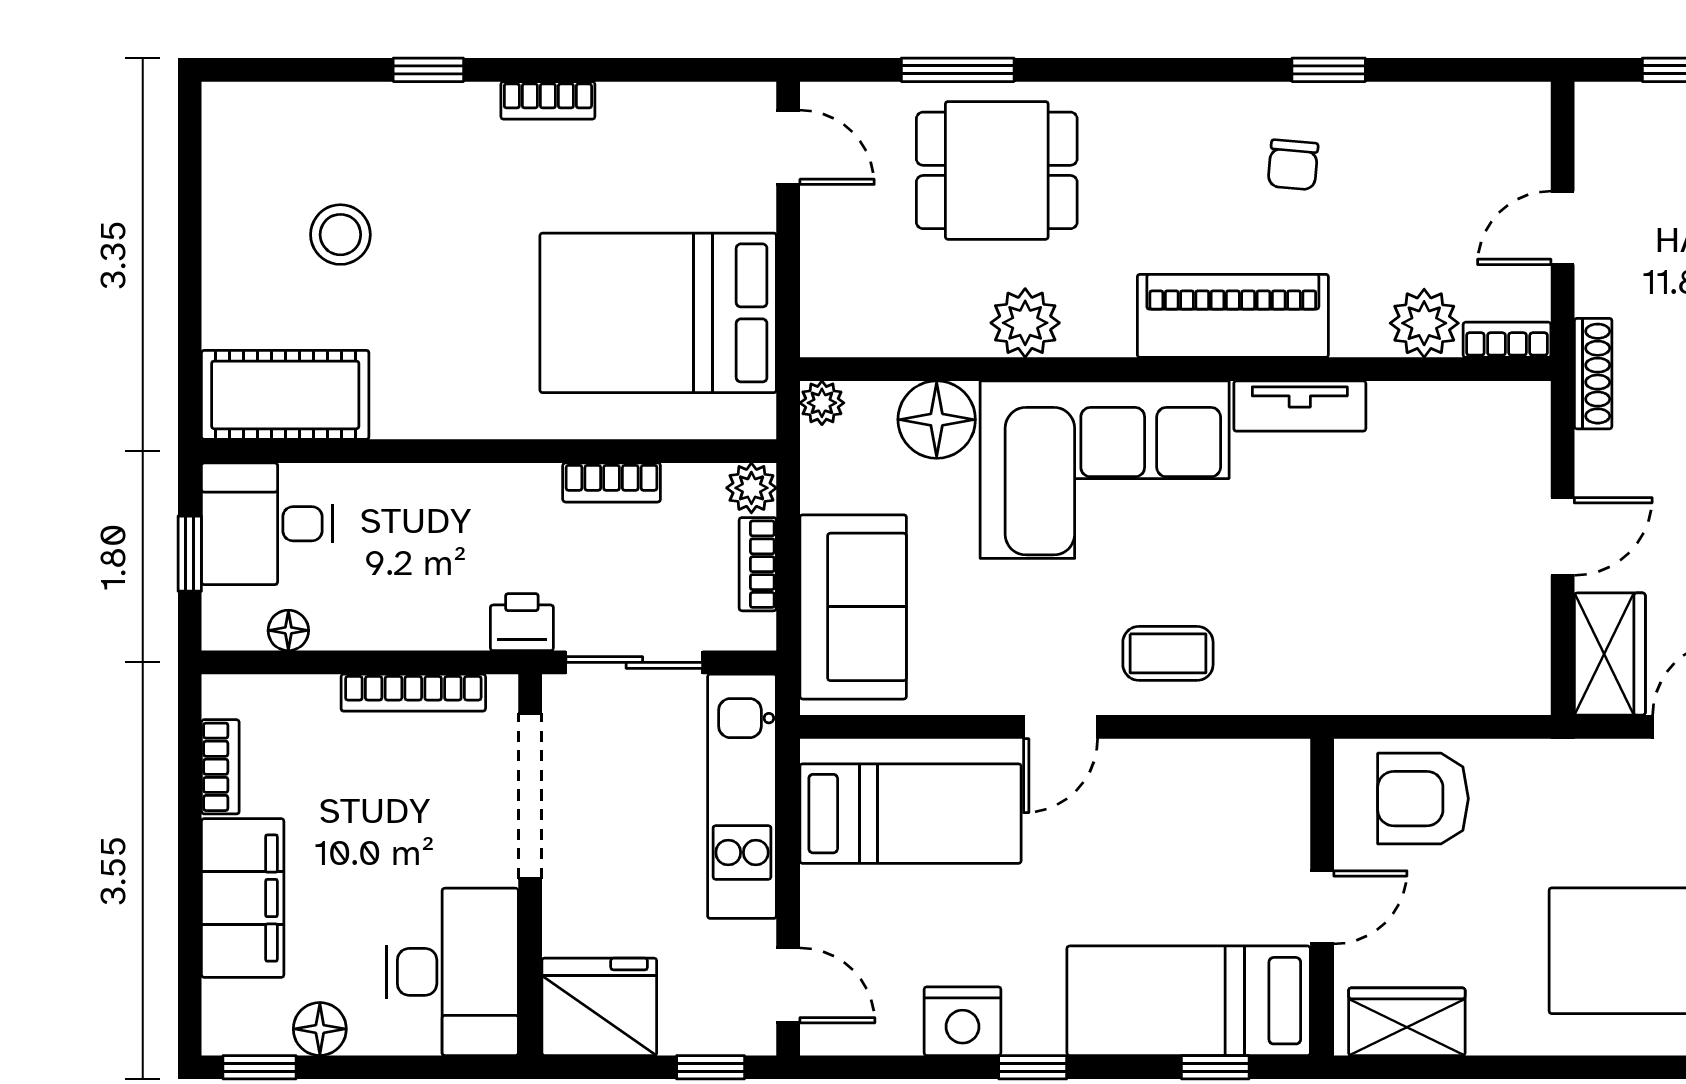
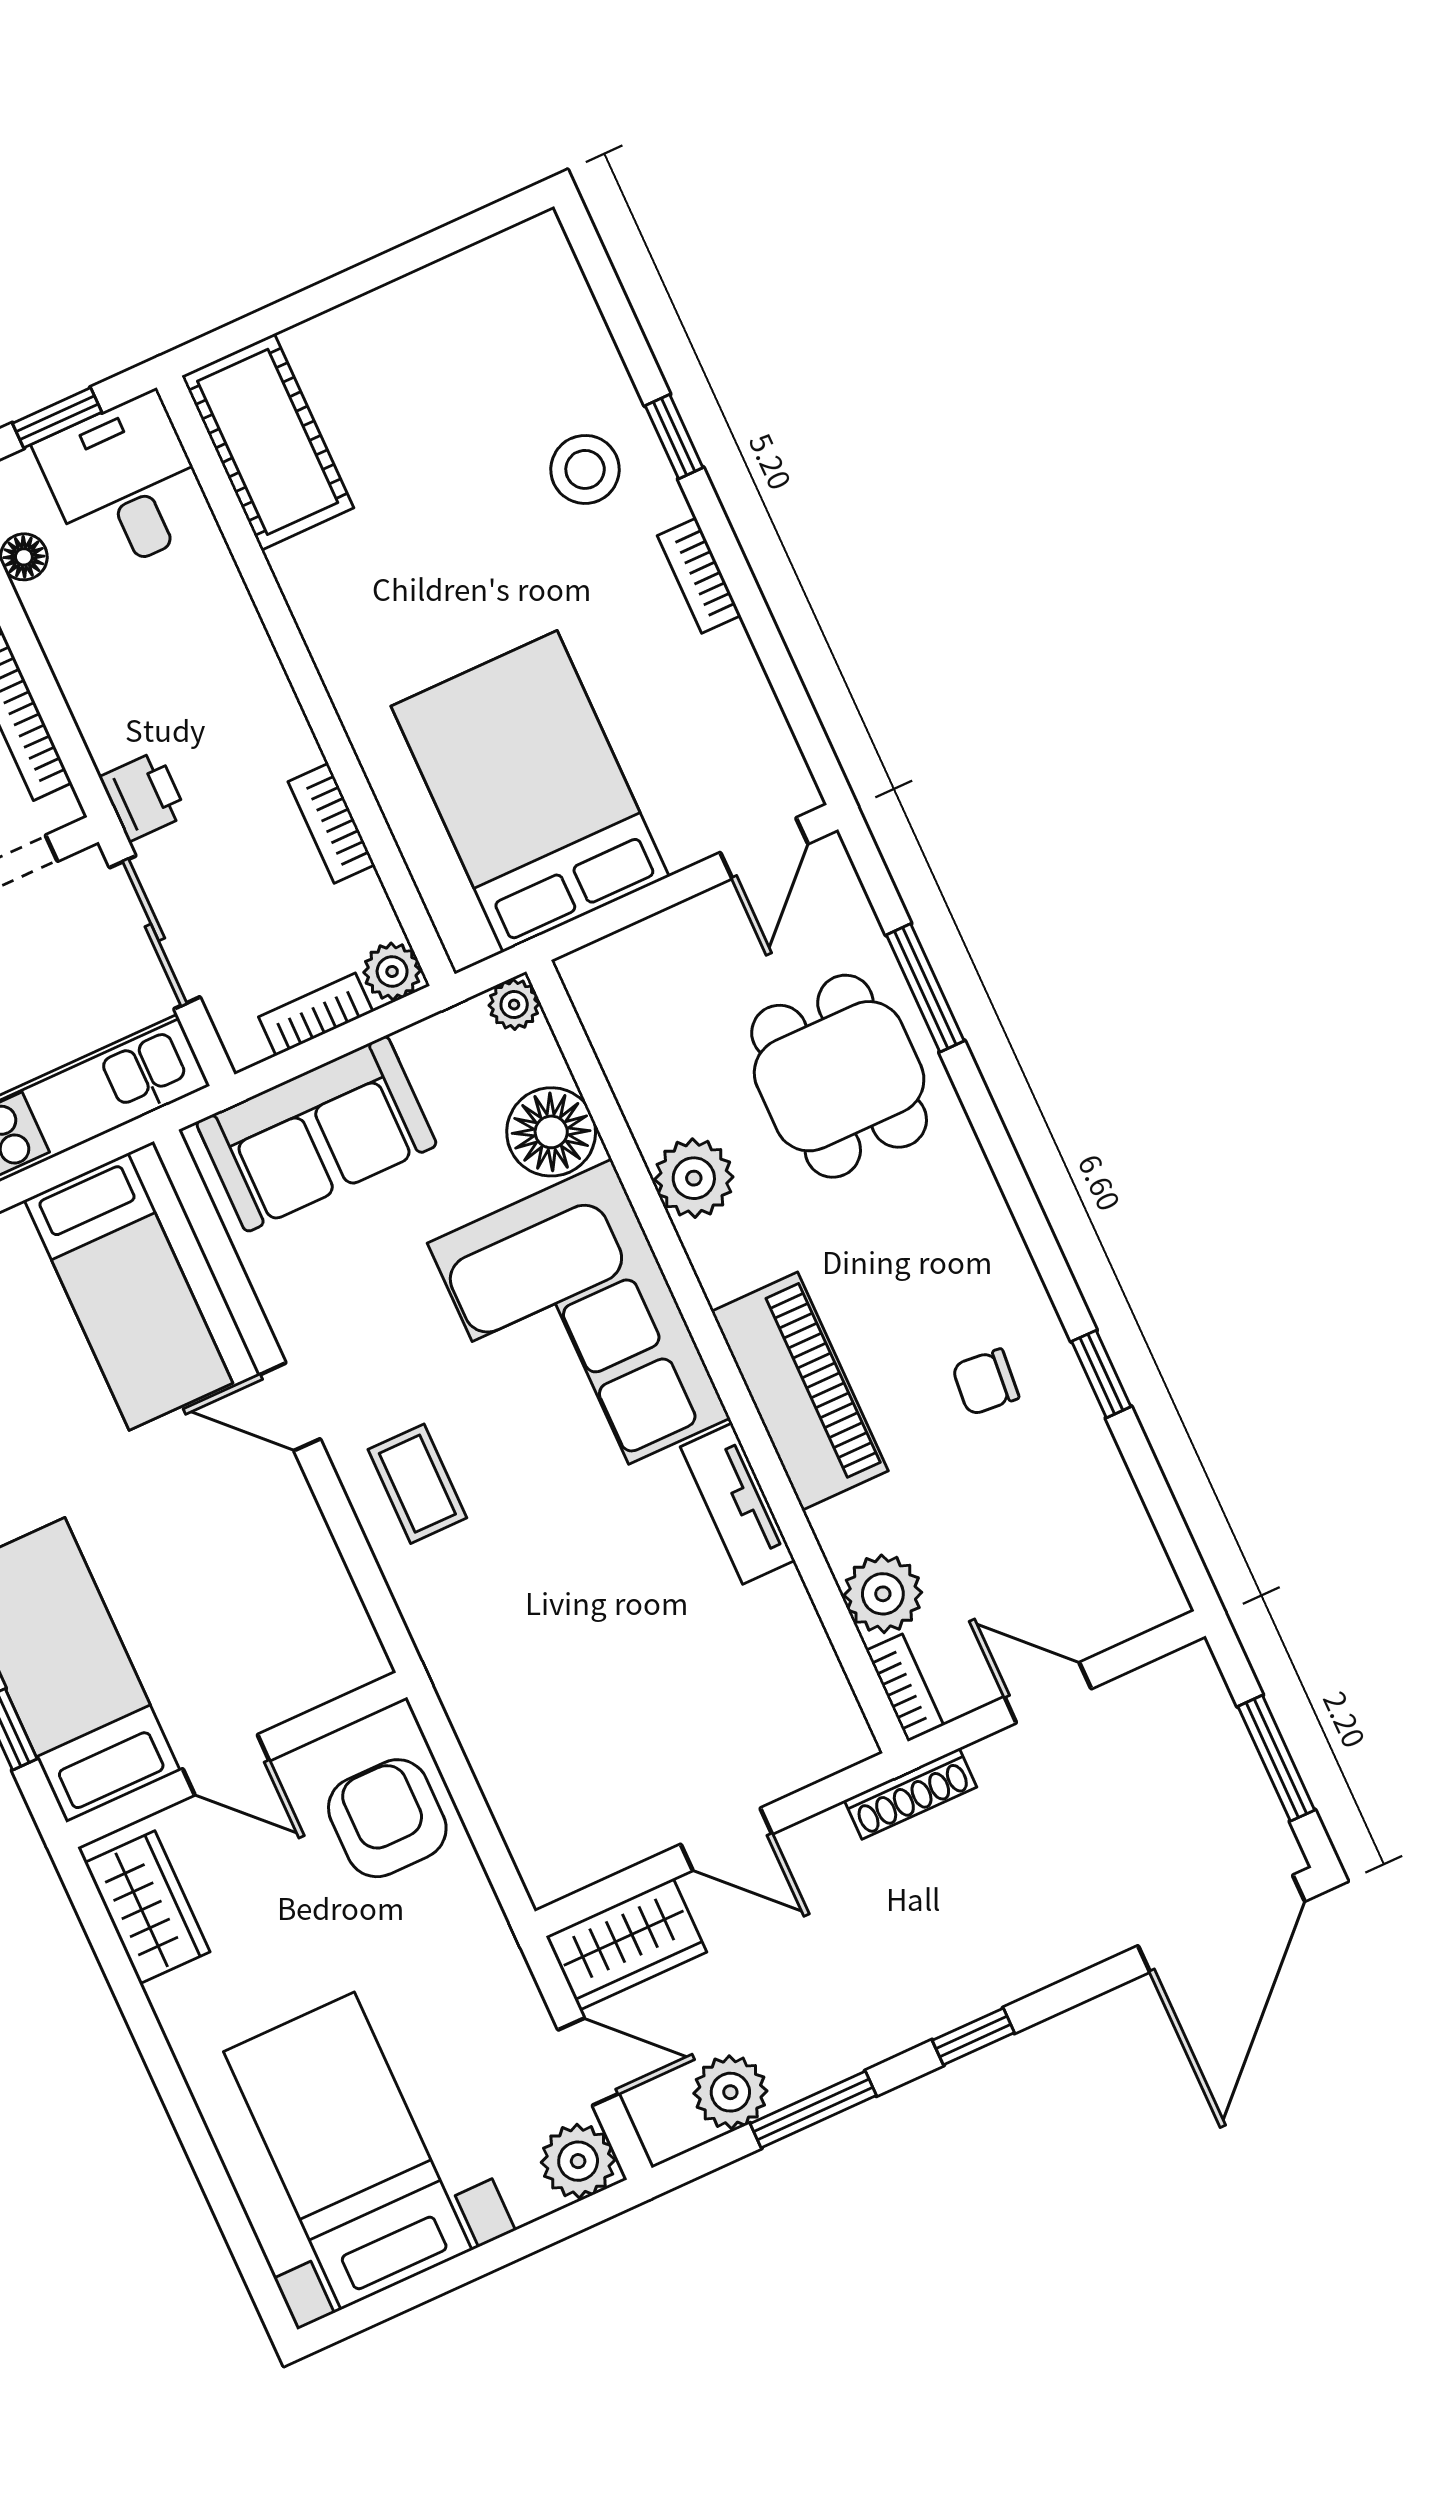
stool: (340, 235) -> (585, 469), moved

